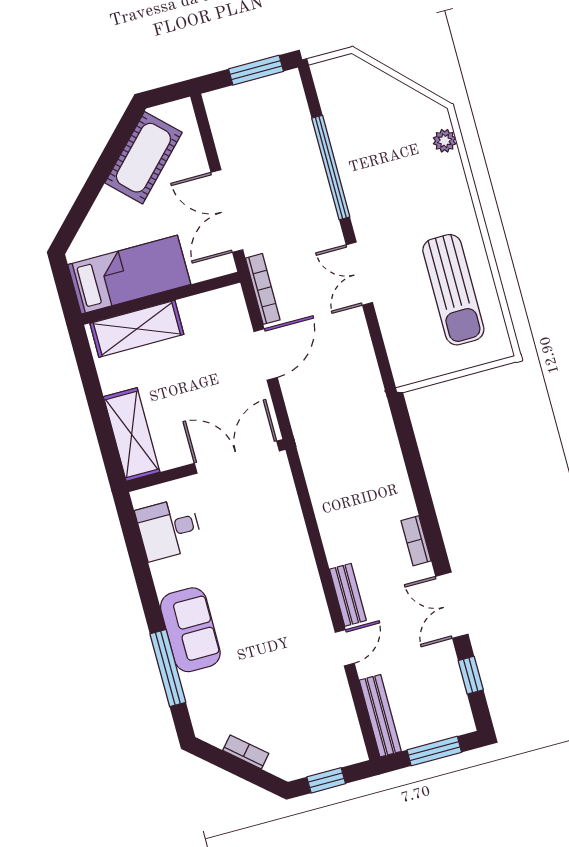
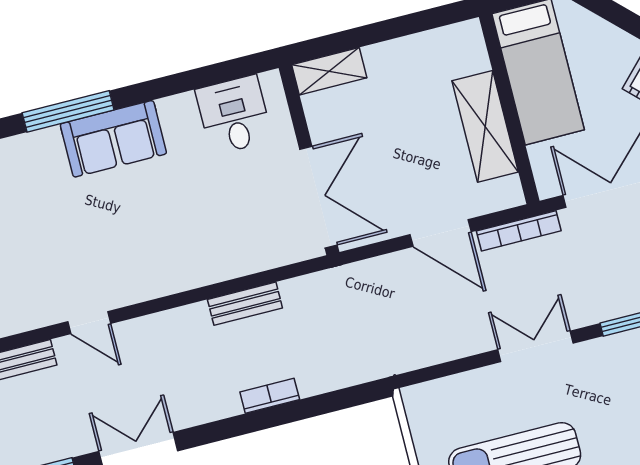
shelving: (137, 329) -> (485, 126), moved
shelving: (132, 434) -> (329, 71), width x0.67, depth x0.75
bookcase: (416, 541) -> (270, 396), moved
bench: (348, 595) -> (245, 304), moved

